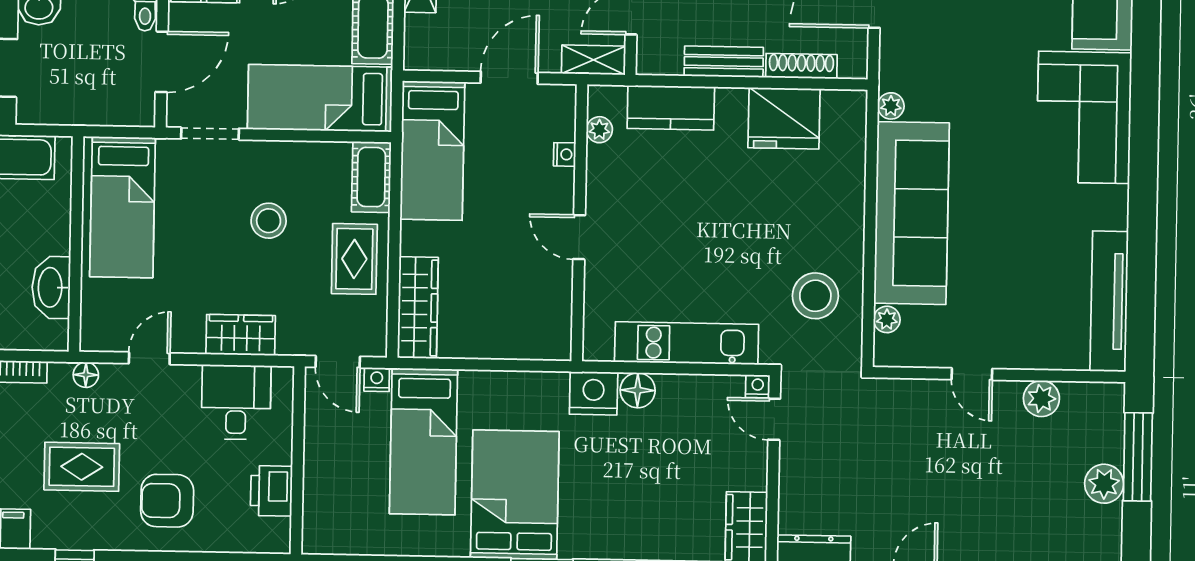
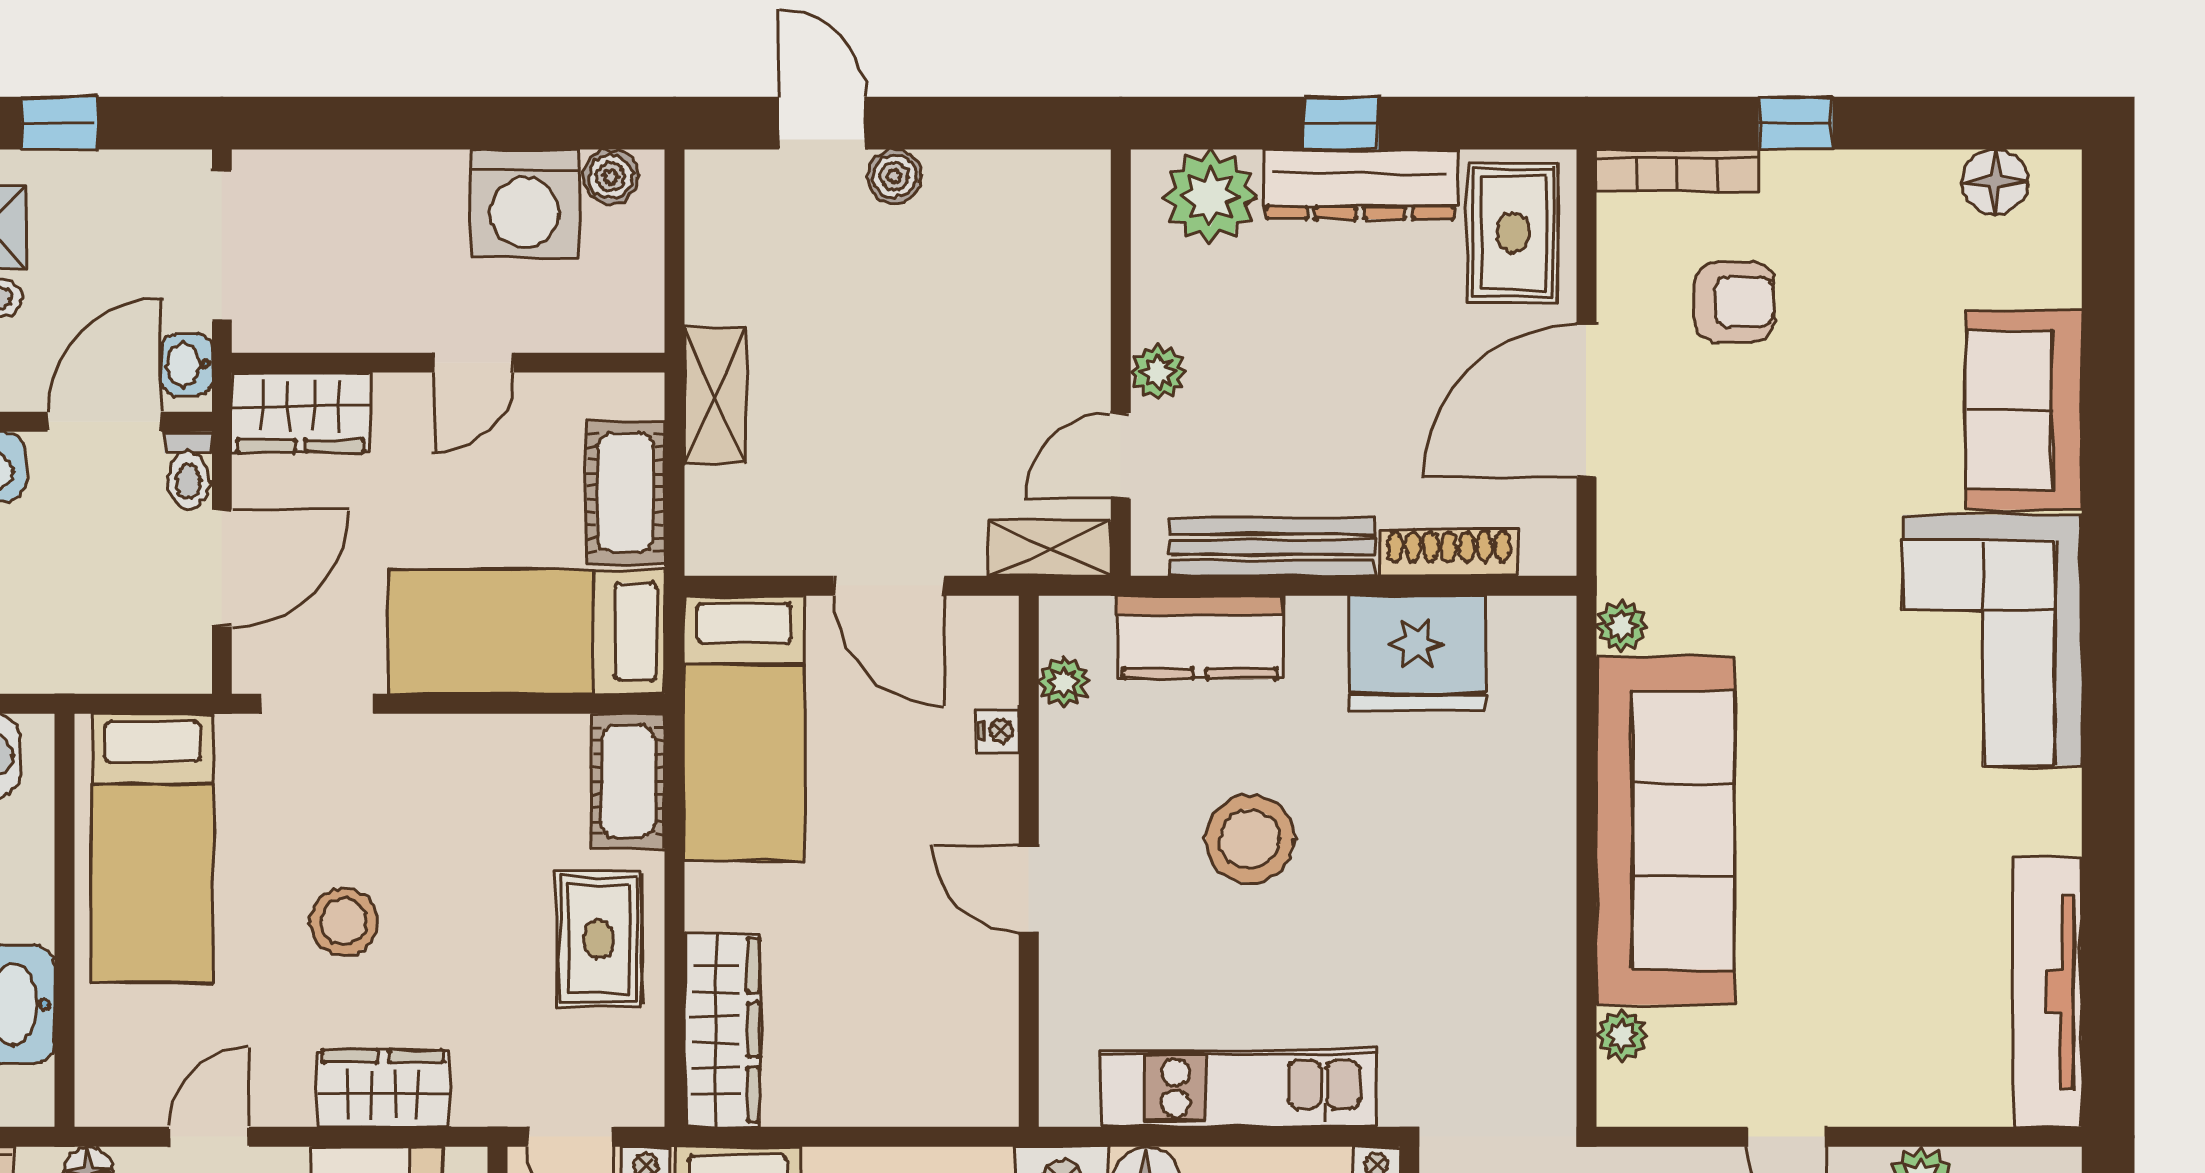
bench: (724, 62) -> (1272, 547), width x1.36
door: (509, 78) -> (889, 586), swing flipped
stool: (269, 221) -> (344, 922), moved
stool: (815, 296) -> (1250, 839), moved

